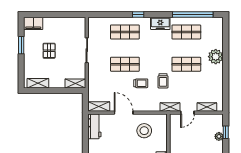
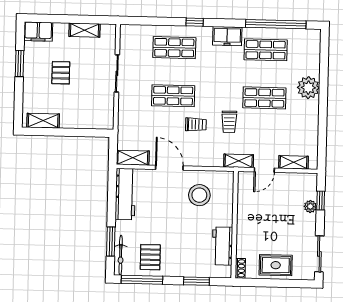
shelving: (75, 83) -> (85, 30), moved
workbench: (94, 126) -> (125, 194), width x1.38

